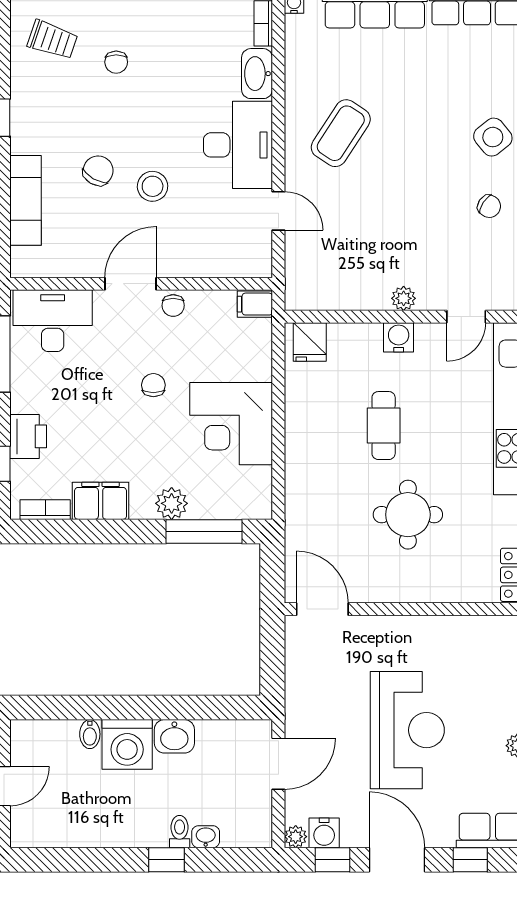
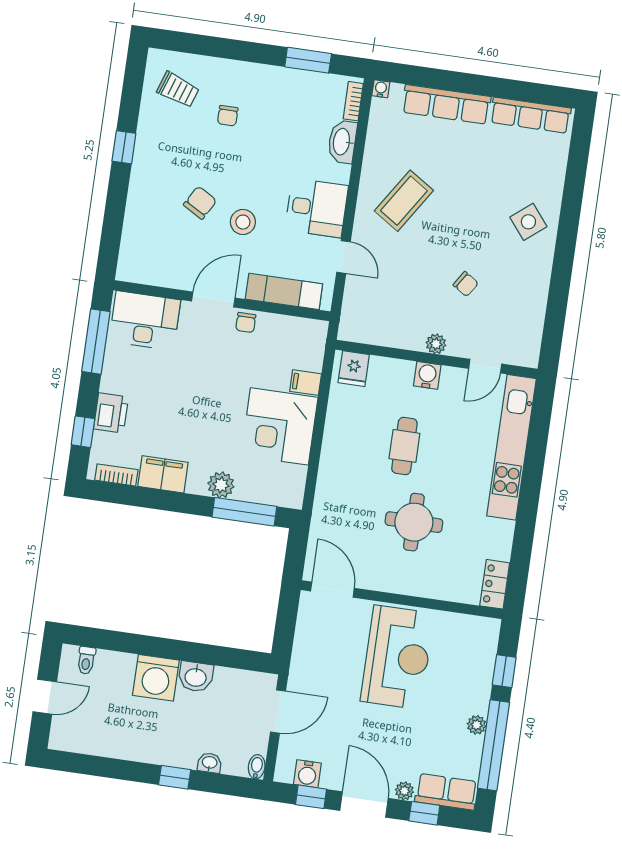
desk: (238, 145) -> (317, 208), width x0.73
exam couch: (25, 200) -> (284, 291), moved, turned -90
chair: (489, 206) -> (466, 284), moved
filing cabinet: (255, 304) -> (306, 383), moved
chair: (153, 385) -> (220, 386), removed
reception desk: (407, 730) -> (397, 657), moved
bidet: (90, 734) -> (257, 767), moved, turned 180
toilet: (180, 832) -> (86, 660), moved, turned 180
plant: (296, 837) -> (404, 791), moved

